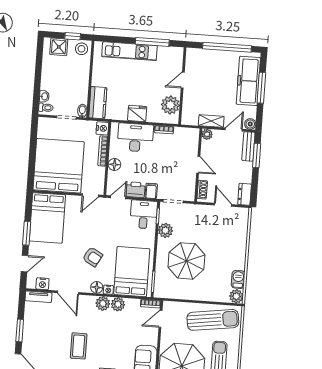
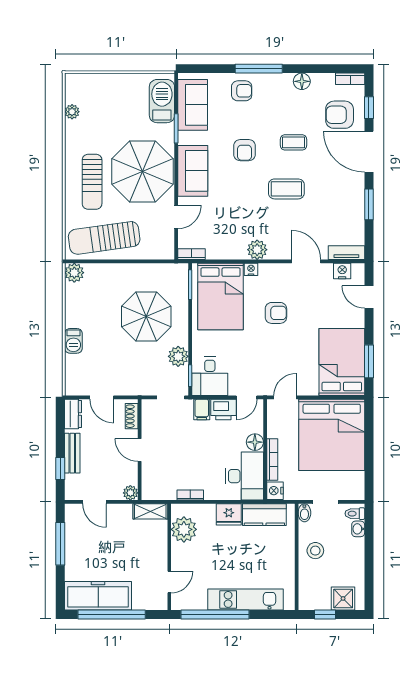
window: (152, 42) -> (215, 614), width x1.46
stool: (81, 49) -> (315, 551), moved
door: (183, 80) -> (169, 582), moved
freezer: (248, 81) -> (98, 596), moved, turned -90
window: (261, 88) -> (60, 544), moved
kitchen counter: (98, 103) -> (264, 515), moved, turned -90
shelving: (211, 121) -> (150, 511), moved
boiler: (250, 124) -> (72, 511), removed
door: (234, 130) -> (94, 502), hinge flipped
desk: (135, 138) -> (244, 476), moved, turned -90
bench: (248, 146) -> (72, 453), moved
window: (257, 156) -> (60, 468), width x0.67
window: (27, 233) -> (369, 361), moved
armchair: (93, 257) -> (276, 313), turned 151
door: (24, 263) -> (369, 297), hinge flipped
barbecue: (238, 279) -> (73, 341), moved
floor lamp: (97, 287) -> (267, 271), removed
plant: (118, 304) -> (236, 250), removed
door: (161, 319) -> (176, 217), moved
coffee table: (79, 346) -> (286, 189), turned 90

